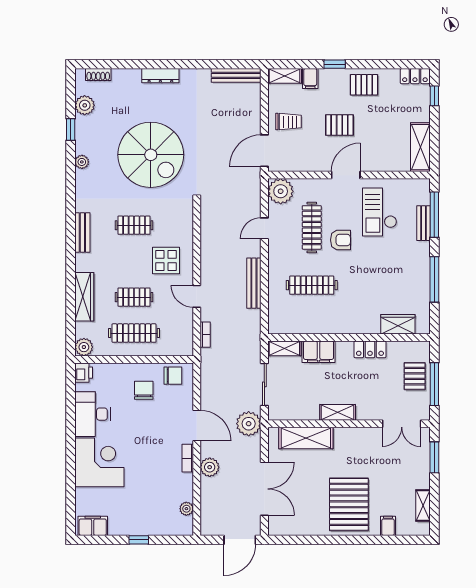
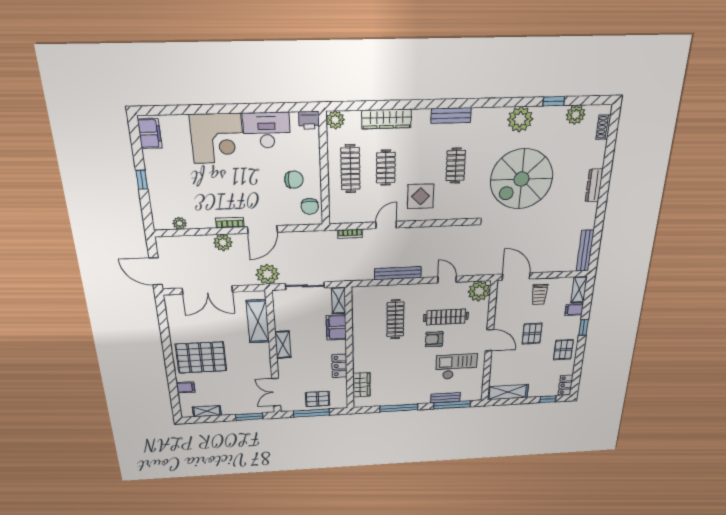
plant: (82, 162) -> (520, 119), width x1.88, depth x1.88
armchair: (340, 240) -> (434, 339), turned 90

